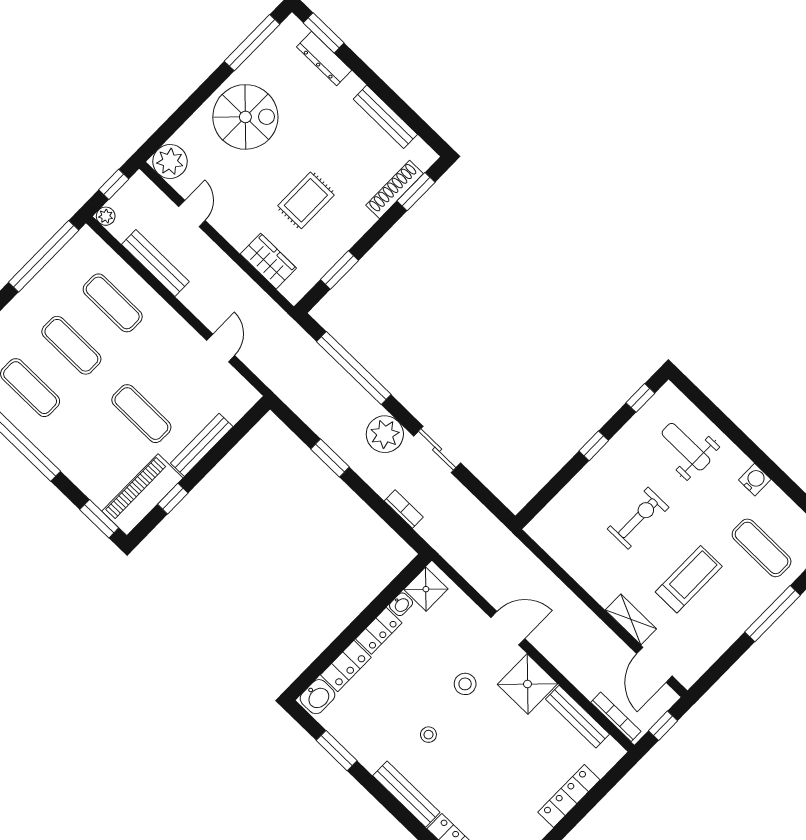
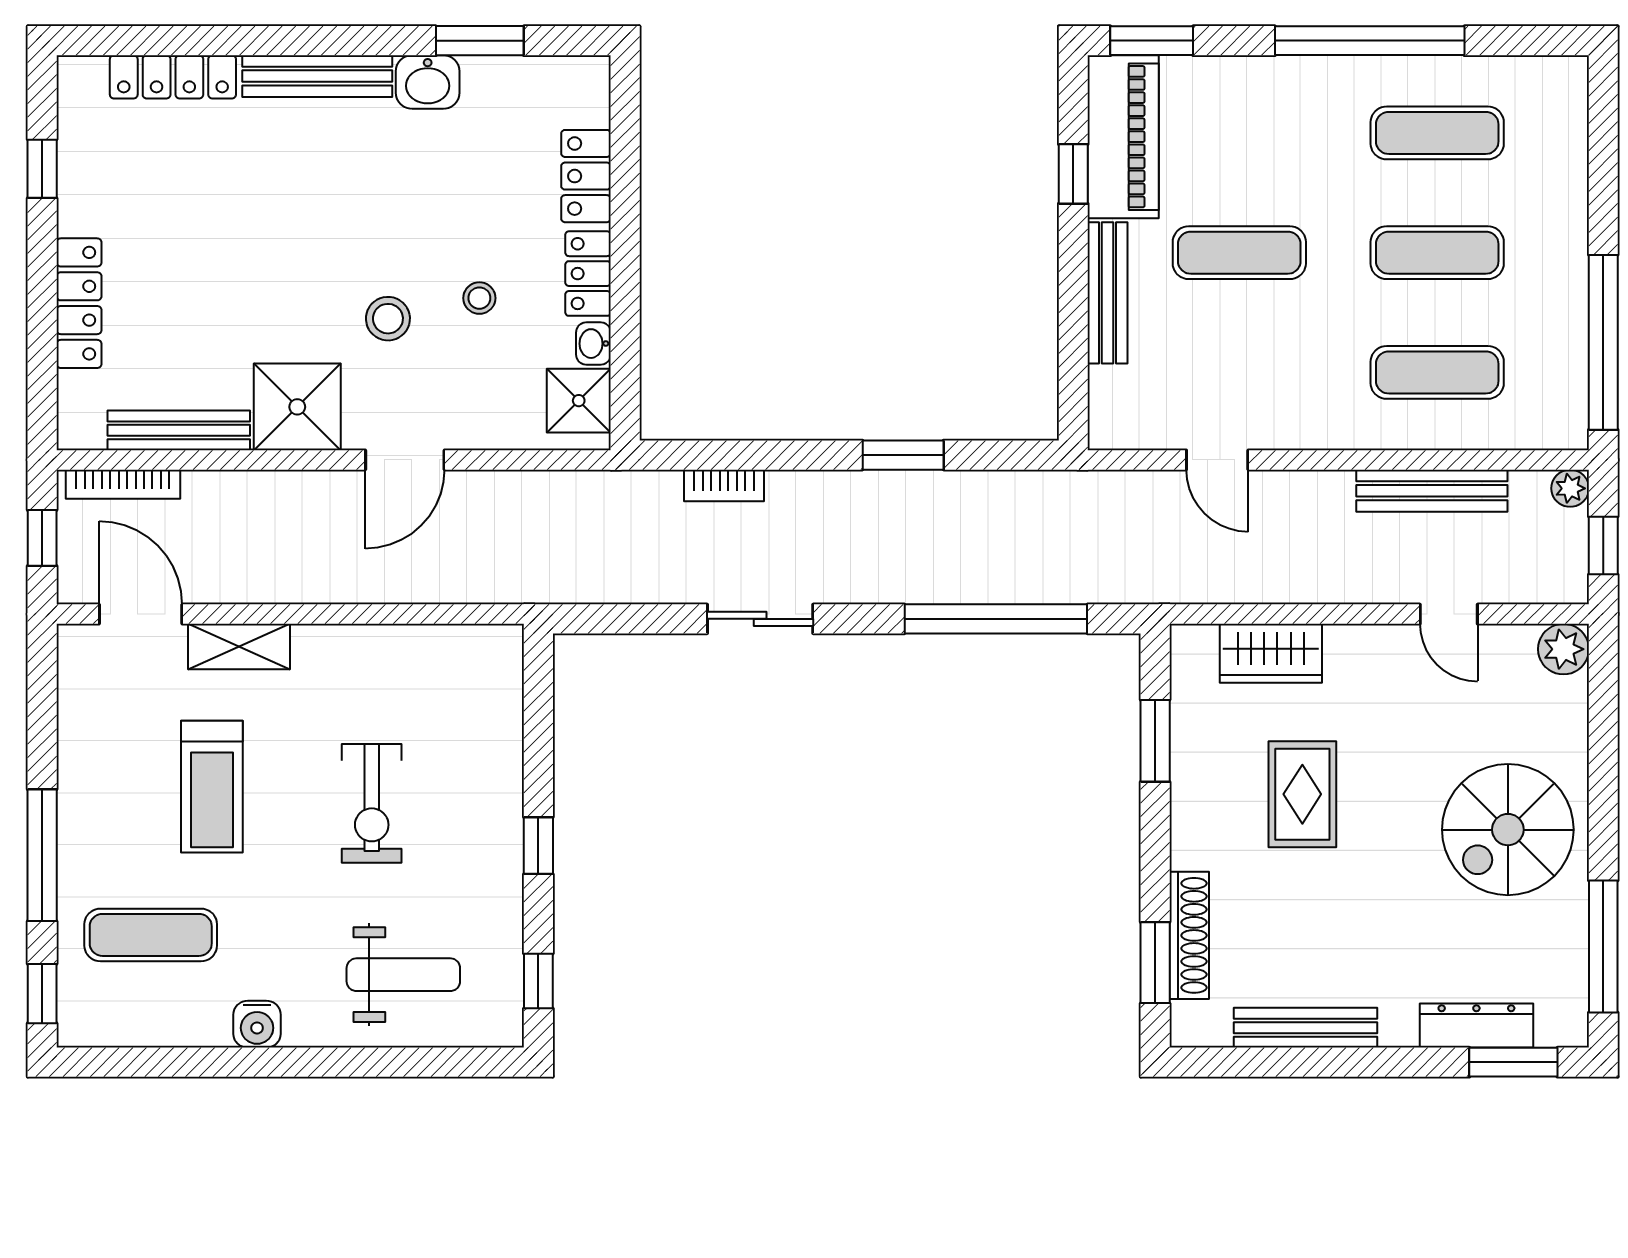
plant: (170, 162) -> (1563, 649), width x0.73, depth x0.73
plant: (385, 434) -> (857, 567), removed
washbasin: (317, 697) -> (428, 82), moved, turned -90
stool: (428, 735) -> (479, 298), moved

